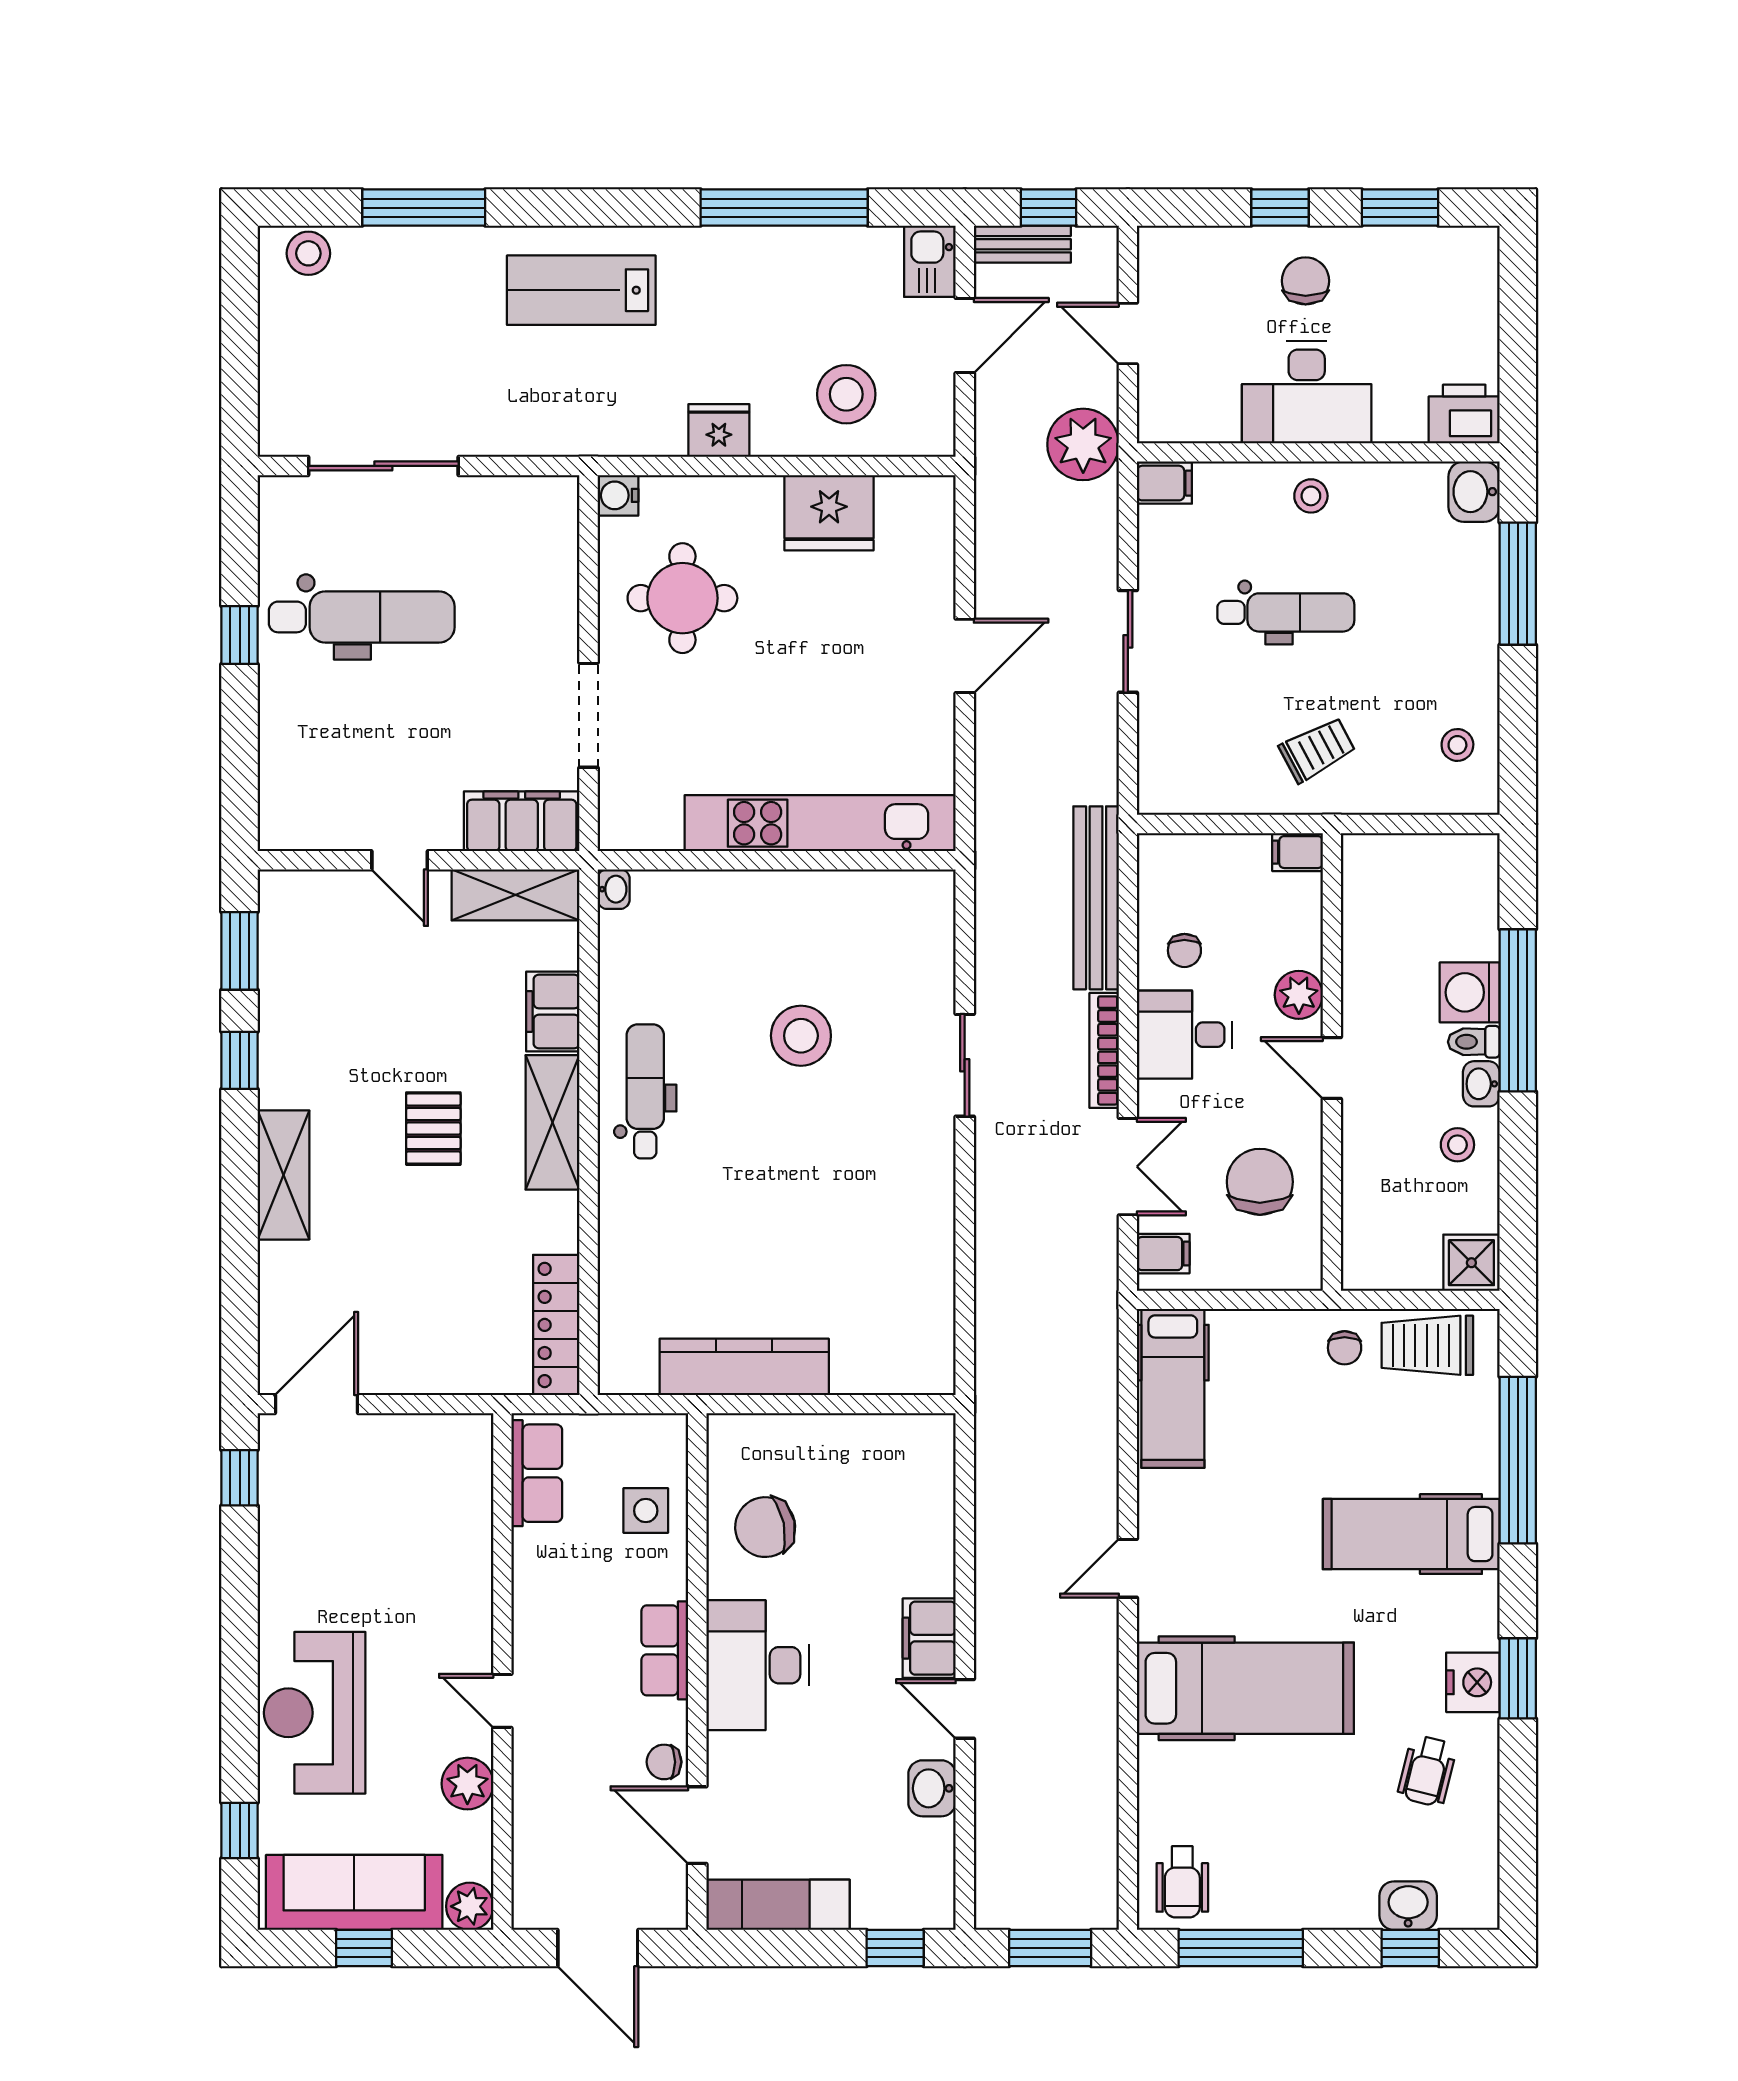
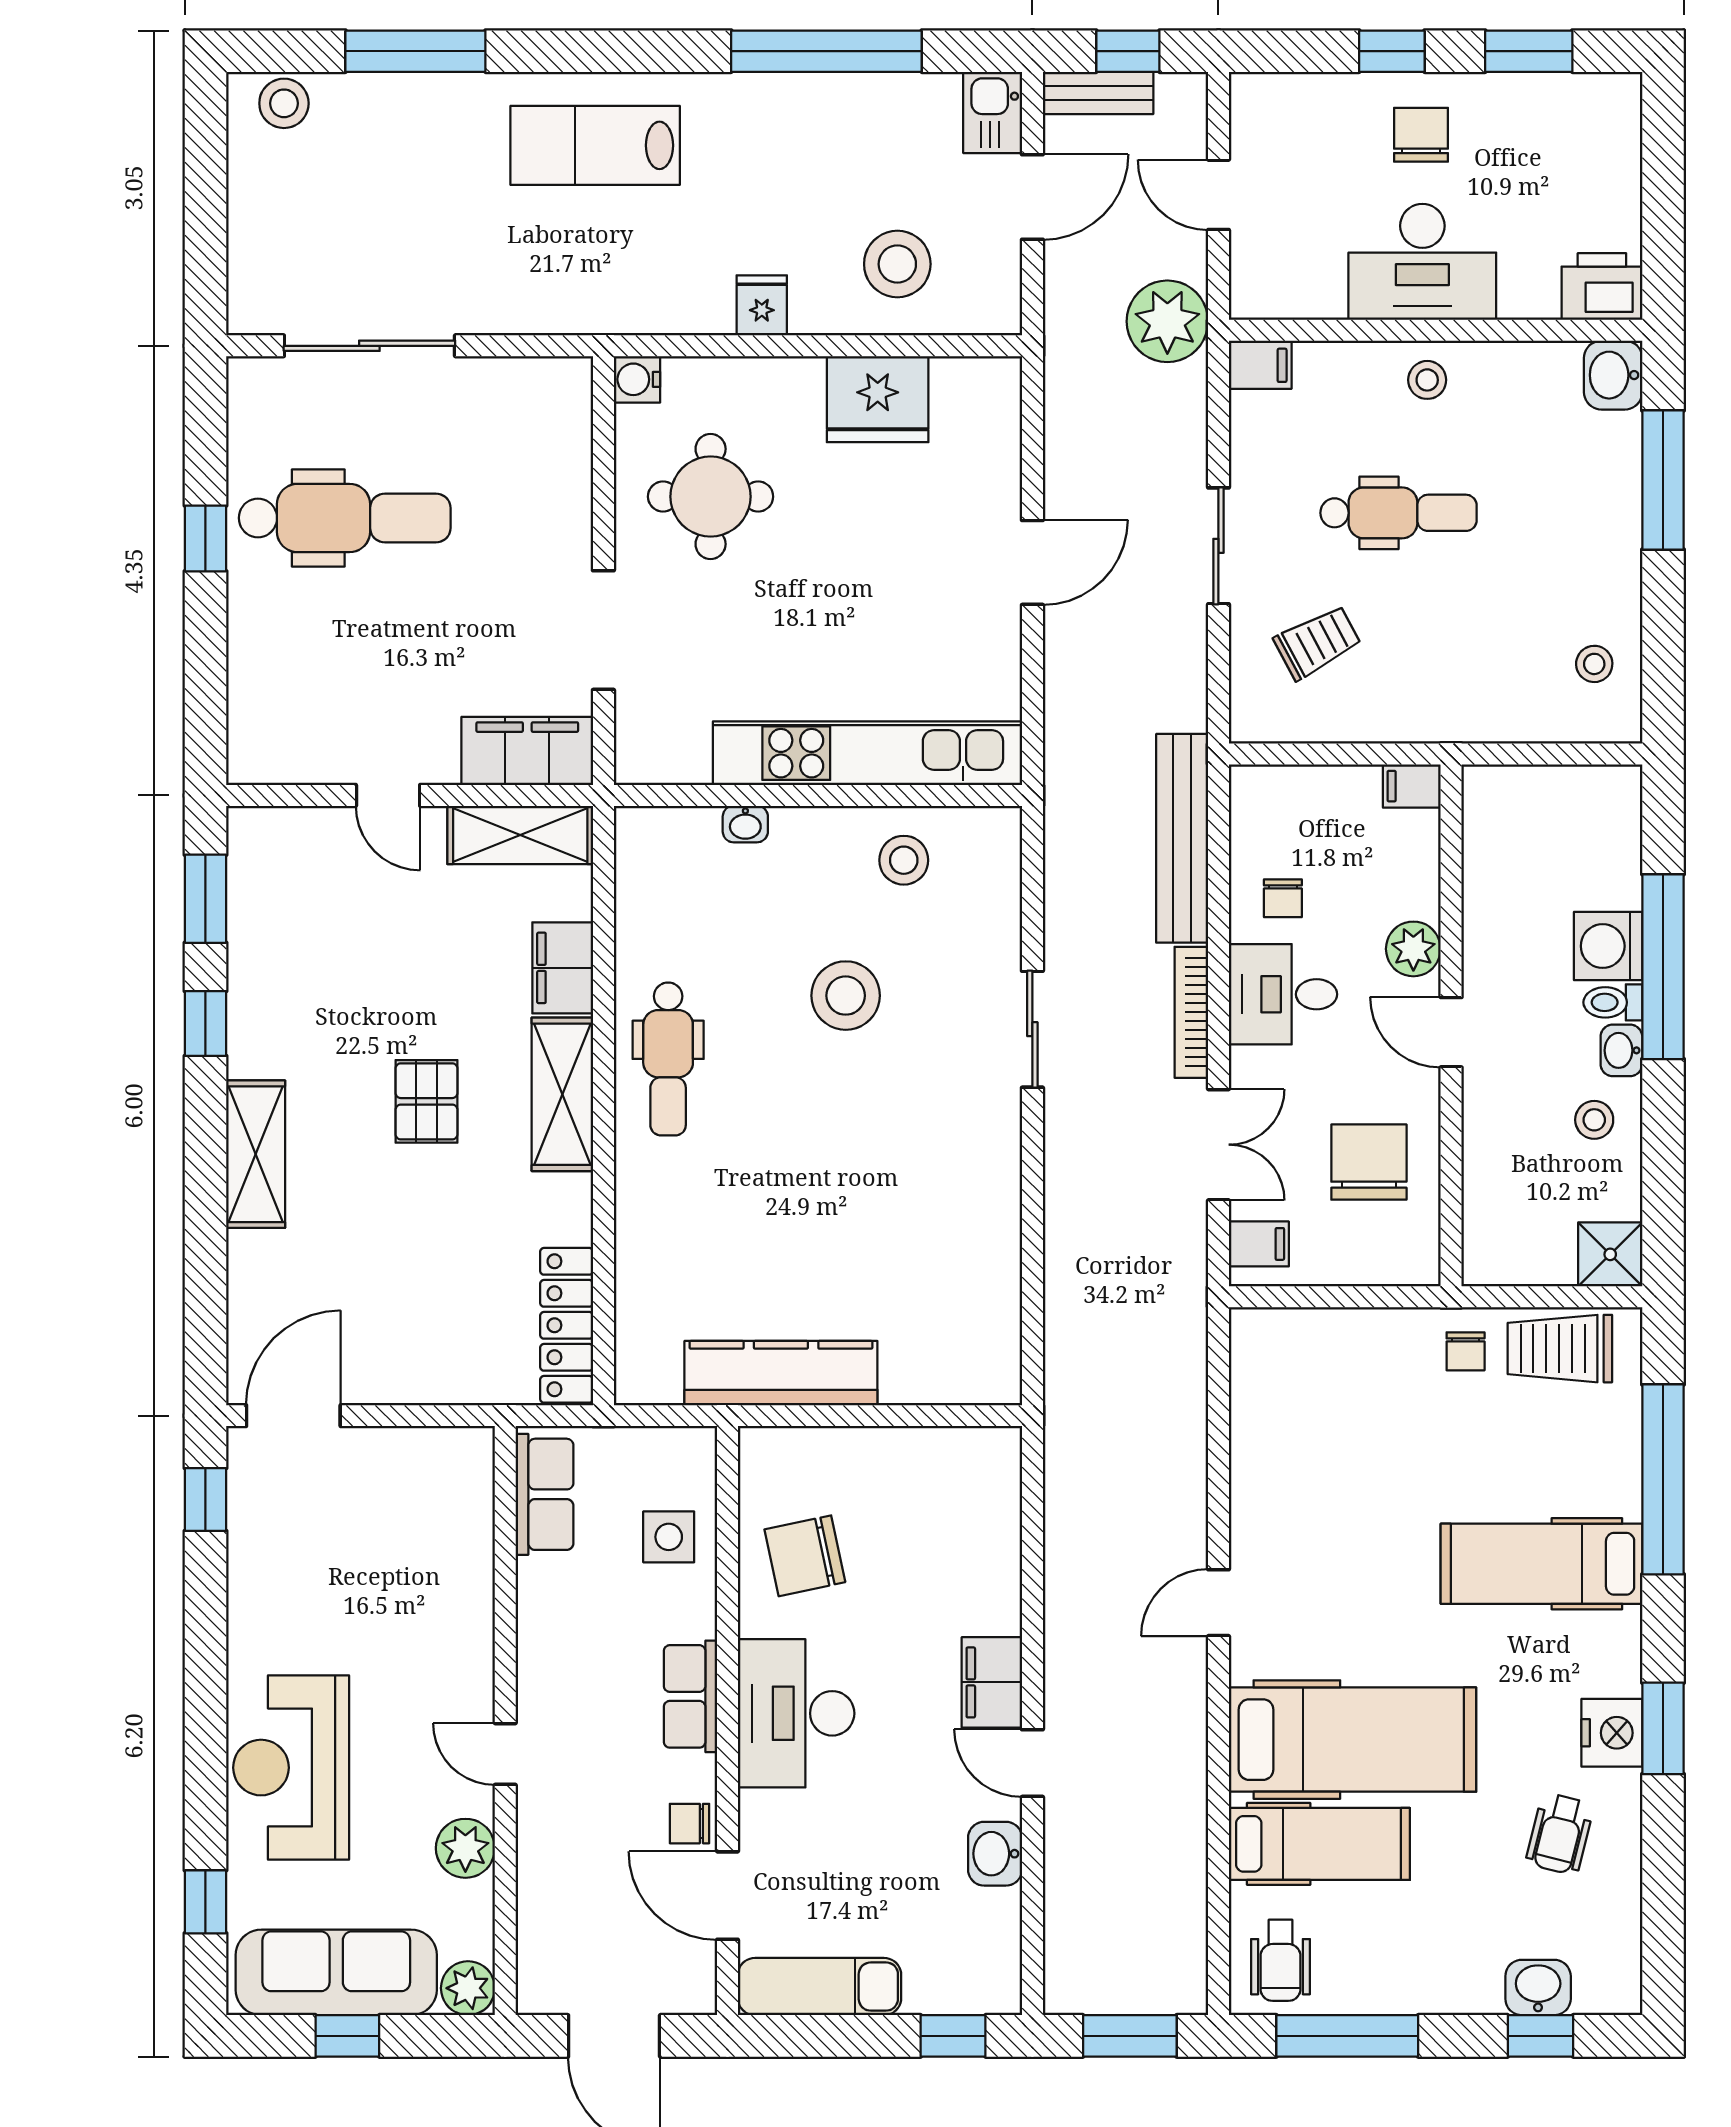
fridge: (719, 431) -> (762, 305), width x0.72
trolley: (1317, 750) -> (1317, 642), moved
washbasin: (614, 889) -> (745, 824), moved, turned 90
stool: (852, 917) -> (904, 860), added
dental chair: (645, 1091) -> (668, 1059), turned 180
hospital bed: (1173, 1388) -> (1319, 1844), moved, turned -90

